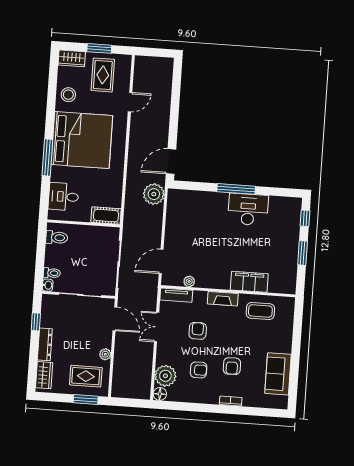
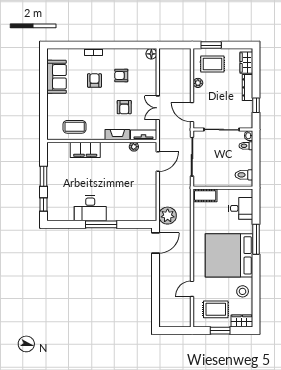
rug: (103, 75) -> (216, 309), turned 90
fireplace: (223, 299) -> (117, 135), moved
double door: (157, 327) -> (158, 108), swing flipped
plant: (165, 376) -> (148, 69), removed

